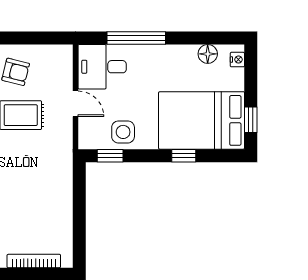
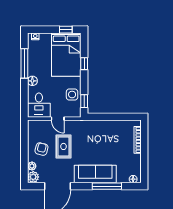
window: (136, 38) -> (24, 63), moved
floor lamp: (208, 54) -> (32, 81), moved
door: (75, 104) -> (58, 119), swing flipped

